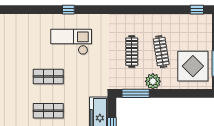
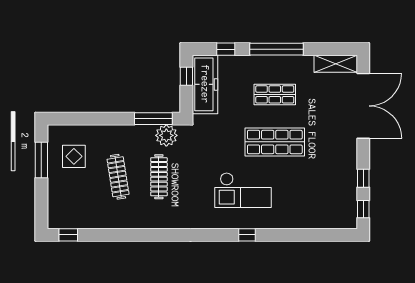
display table: (193, 66) -> (74, 156), width x0.54, depth x0.54
shop shelf: (48, 77) -> (275, 142), width x1.43, depth x1.36
plant: (153, 81) -> (166, 135), moved

